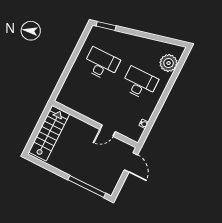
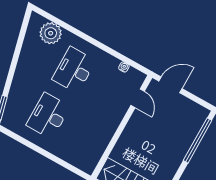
door: (108, 131) -> (138, 98), moved

